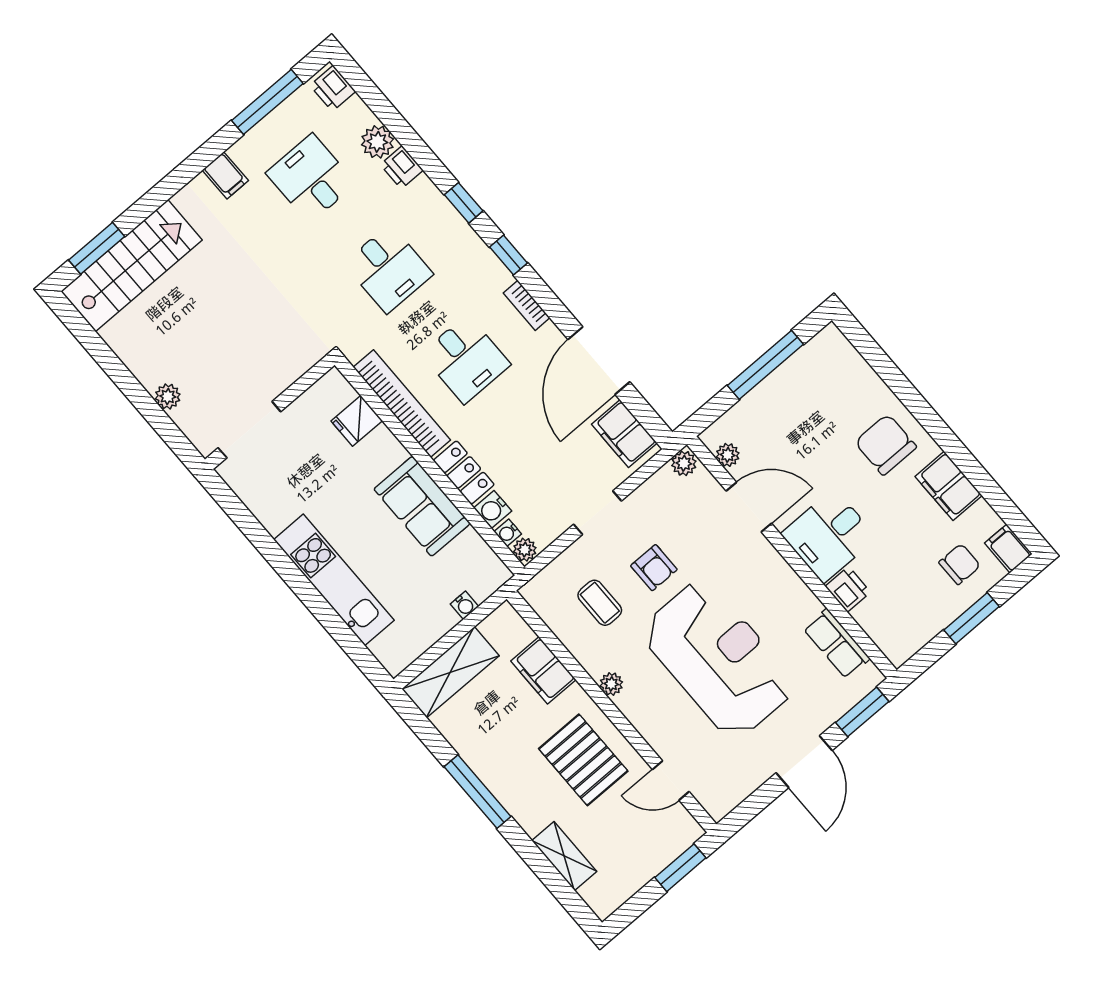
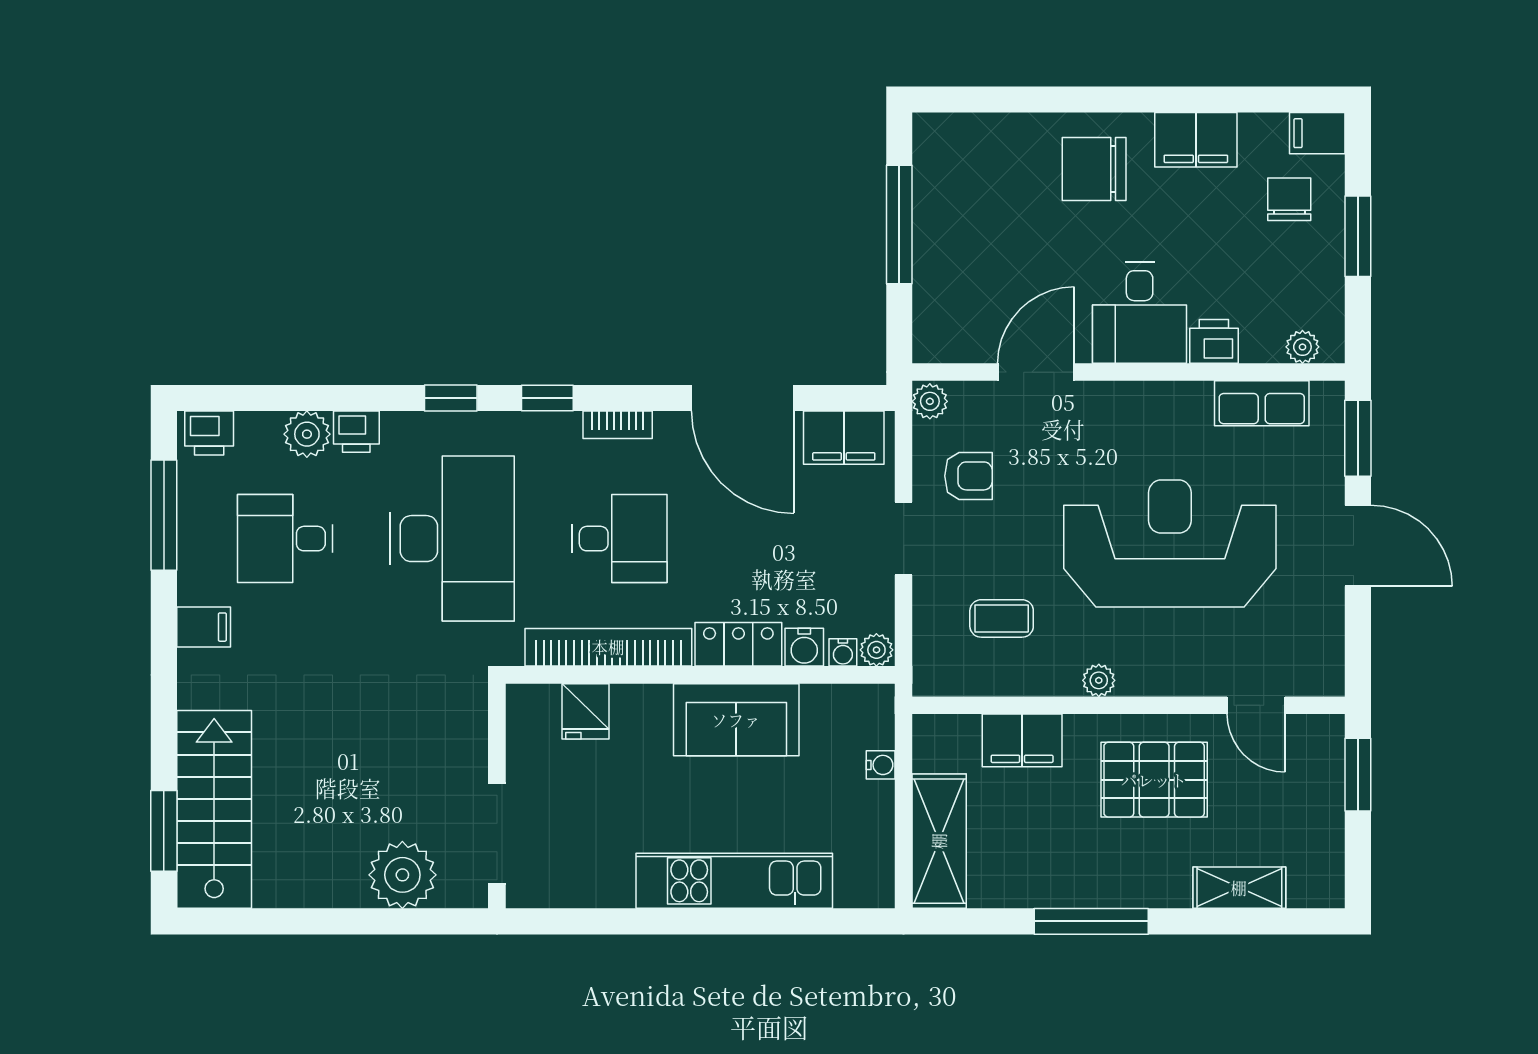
desk: (388, 269) -> (452, 539), width x1.87, depth x1.30
plant: (168, 396) -> (402, 875), width x1.87, depth x1.87
plant: (728, 455) -> (1302, 347), moved
armchair: (654, 568) -> (968, 476), moved
door: (671, 781) -> (1256, 705), hinge flipped

